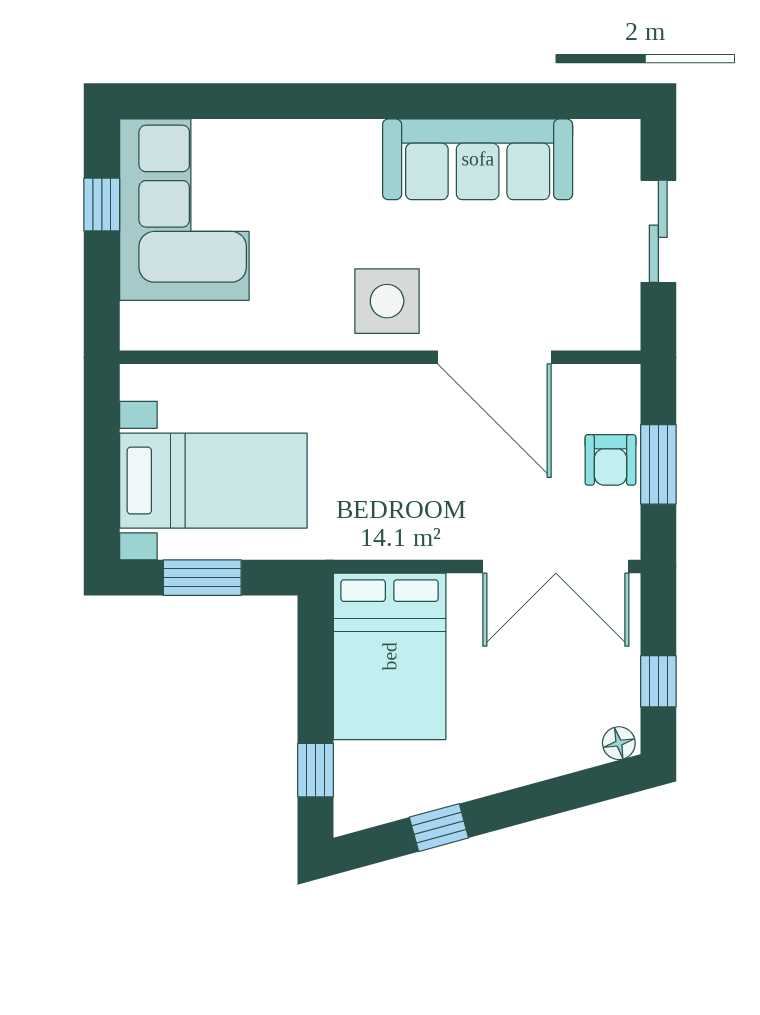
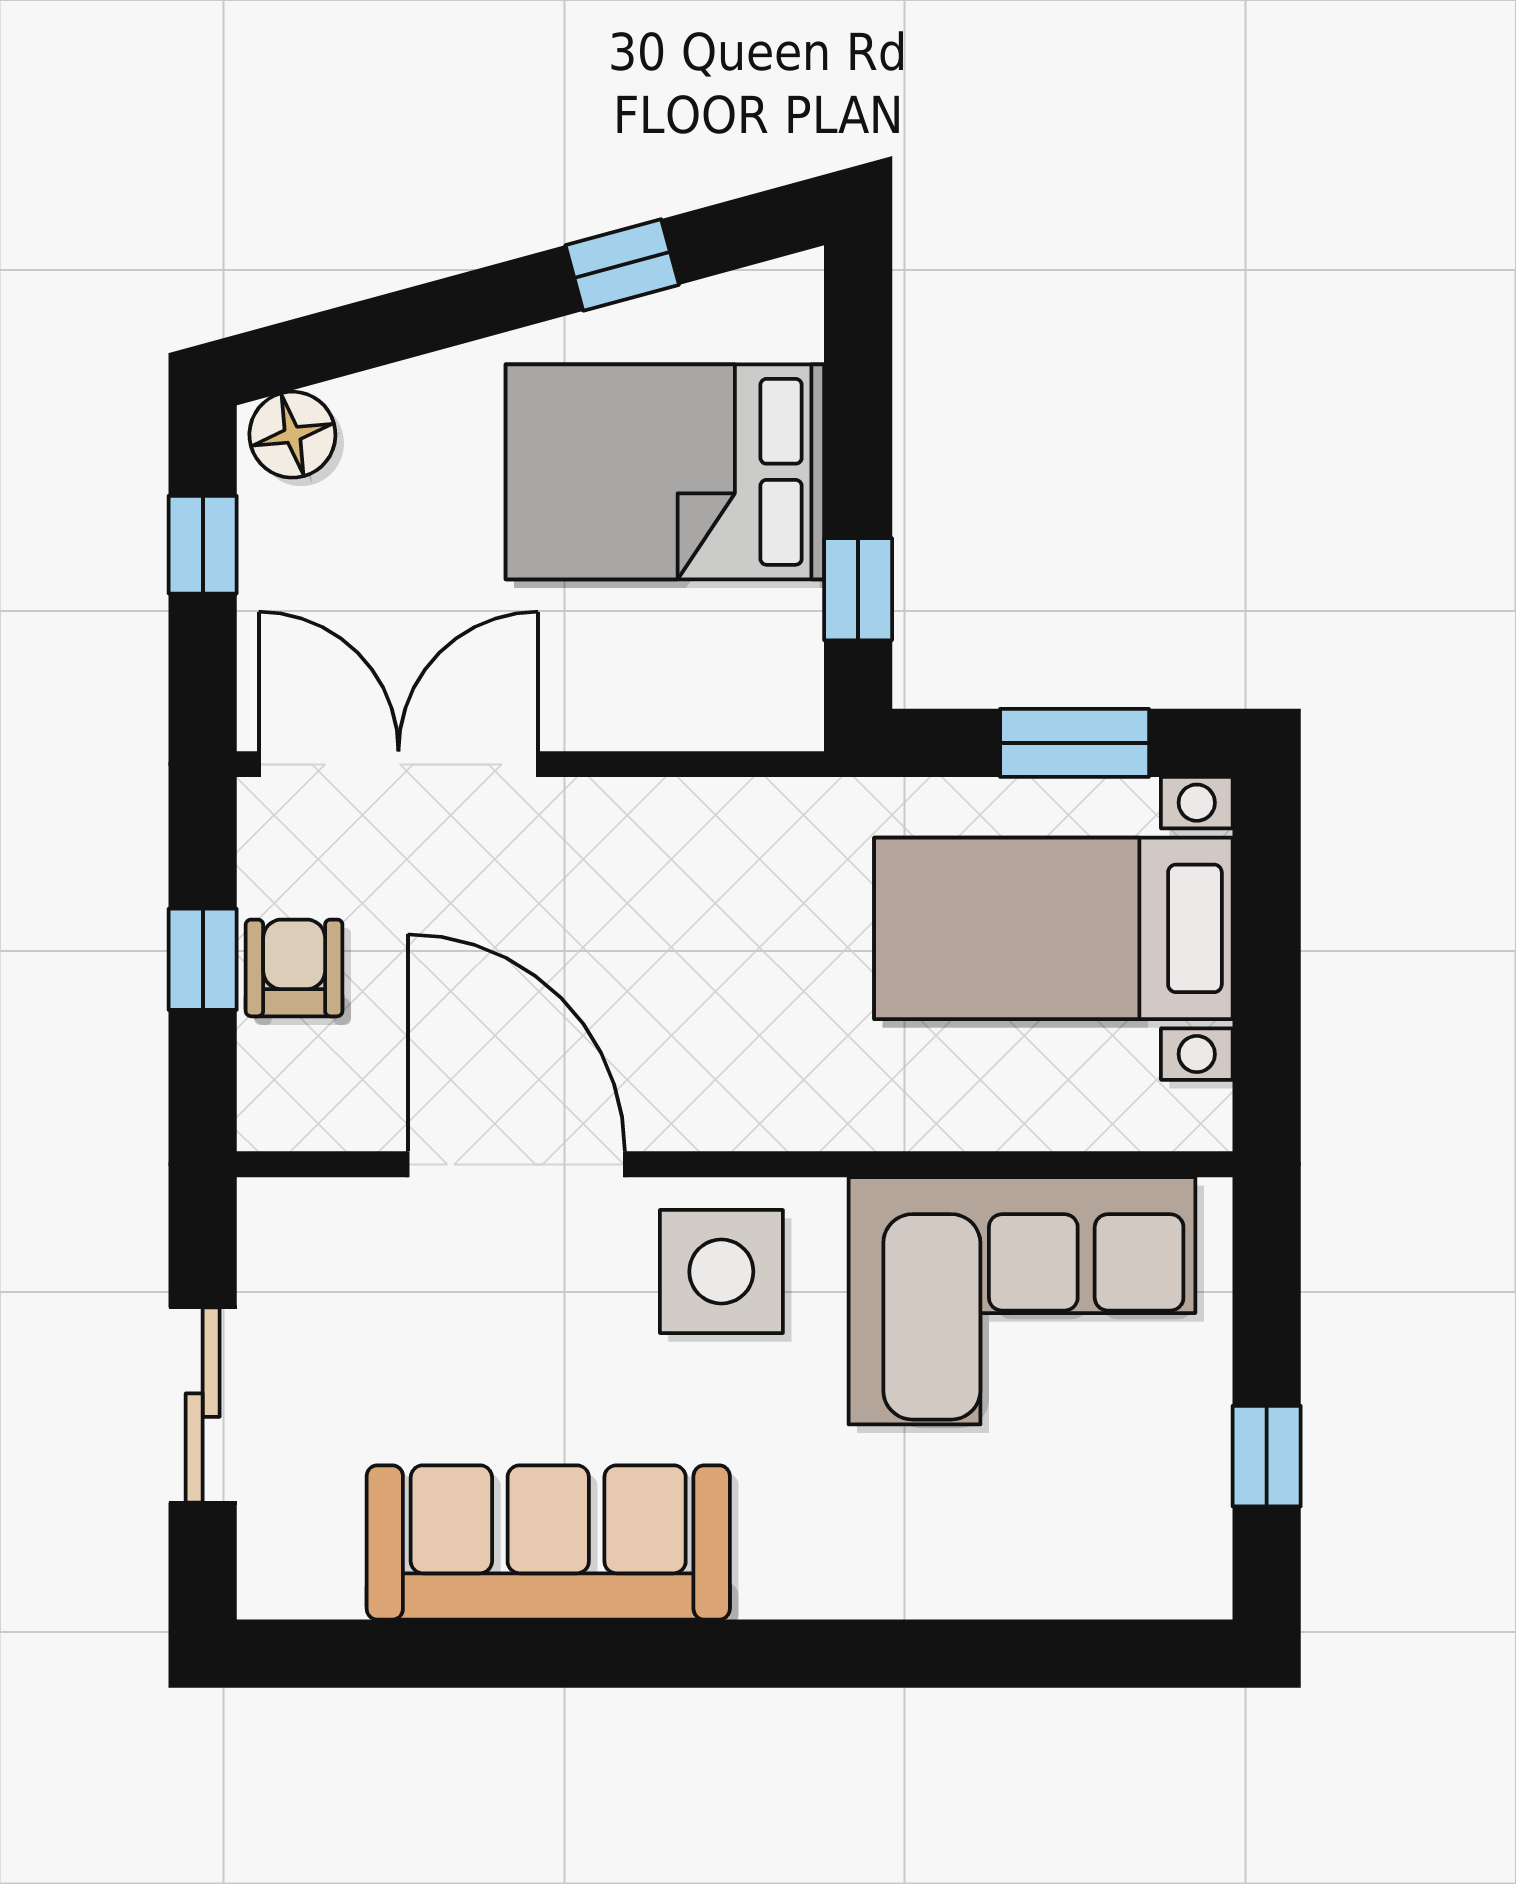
corner sofa: (184, 210) -> (1022, 1301), moved, turned -90
window: (658, 464) -> (203, 959), width x0.67
bed: (390, 656) -> (665, 472), moved, turned -90
floor lamp: (619, 743) -> (292, 435), width x1.37, depth x1.37
window: (315, 770) -> (858, 589), moved

